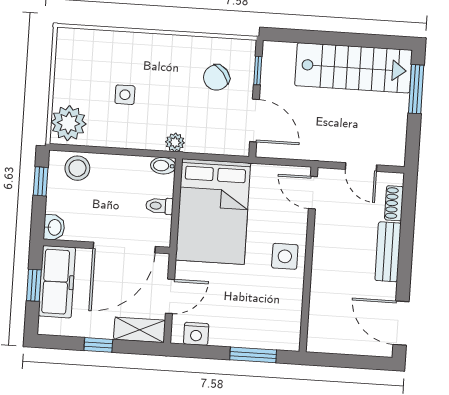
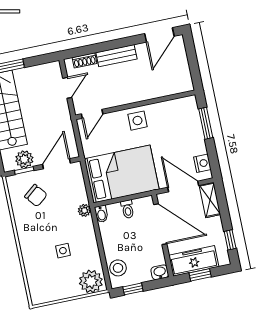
plant: (274, 75) -> (24, 159), added
door: (170, 296) -> (183, 186), width x1.38
window: (98, 345) -> (230, 240), moved

